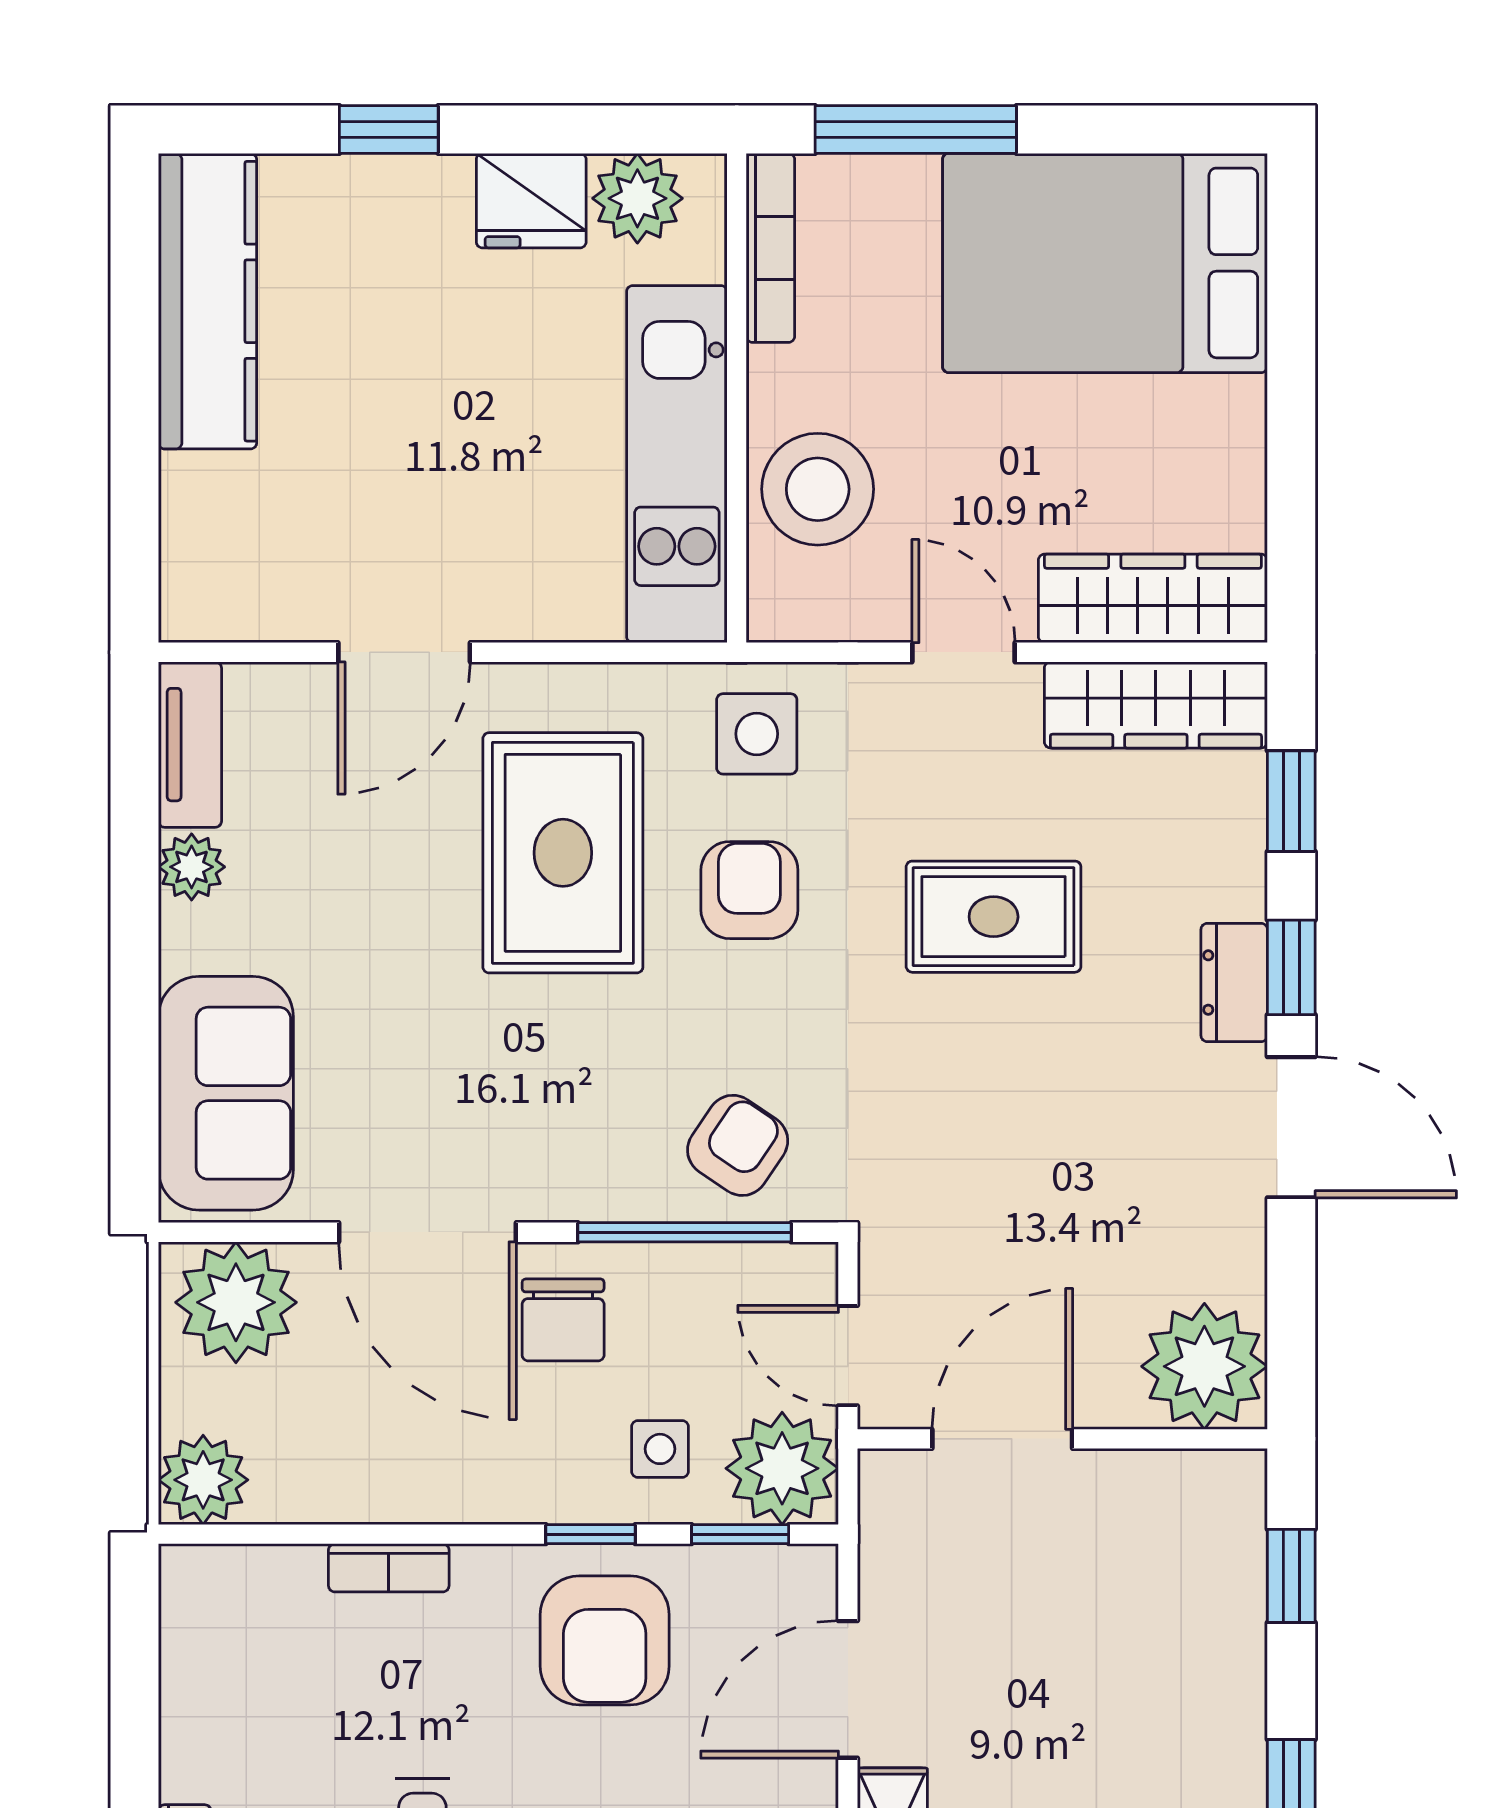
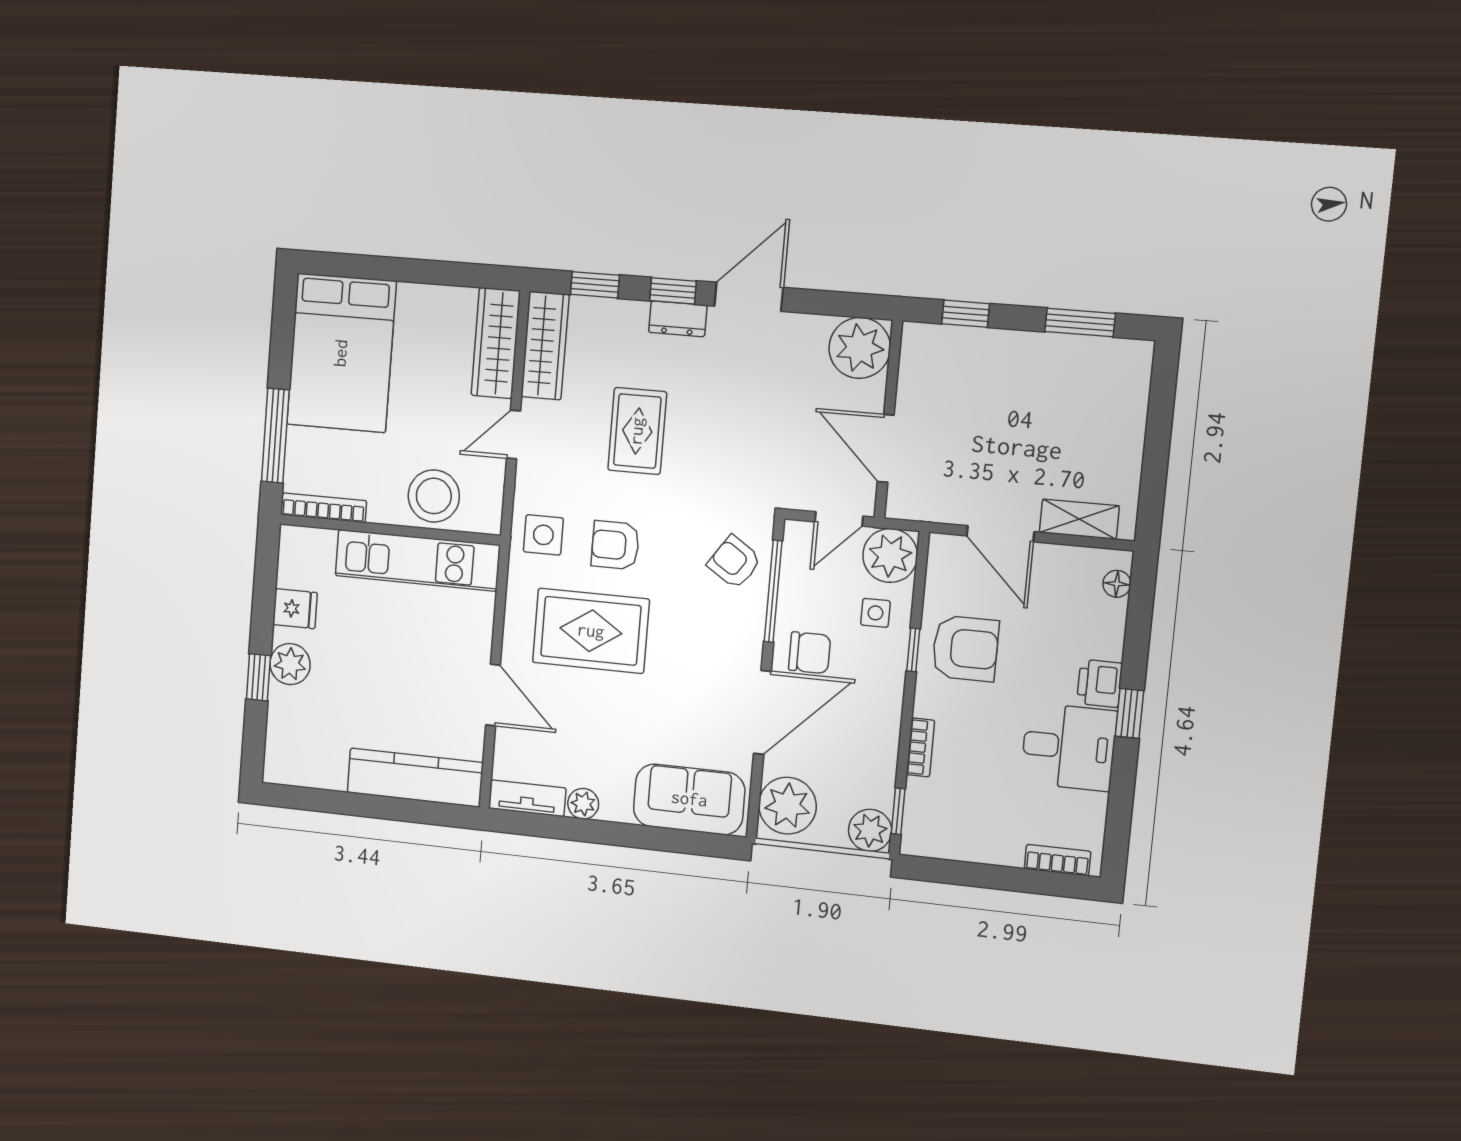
plant: (637, 198) -> (290, 664), moved
fridge: (531, 201) -> (295, 609), width x0.72
kitchen counter: (208, 301) -> (415, 778), moved
window: (740, 1534) -> (898, 811), moved

